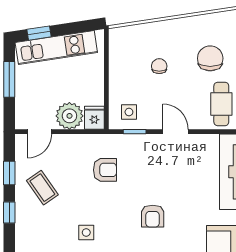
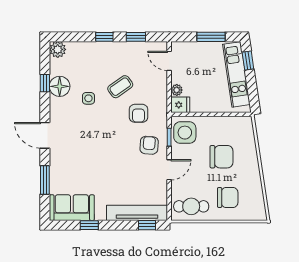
chair: (159, 66) -> (221, 157), width x1.87, depth x1.87
side table: (129, 112) -> (185, 133), width x1.87, depth x1.87
plant: (69, 116) -> (177, 90), width x0.53, depth x0.53
coffee table: (42, 188) -> (120, 87), moved
armchair: (153, 216) -> (149, 145), moved, turned 94

